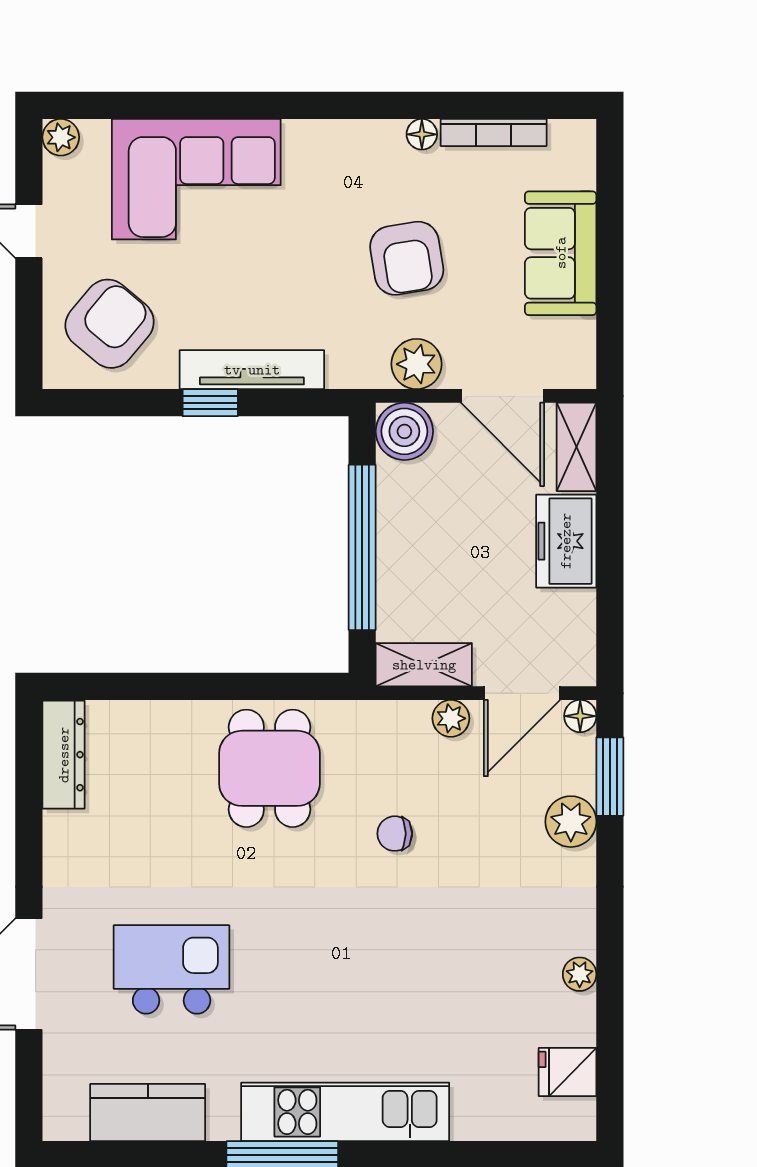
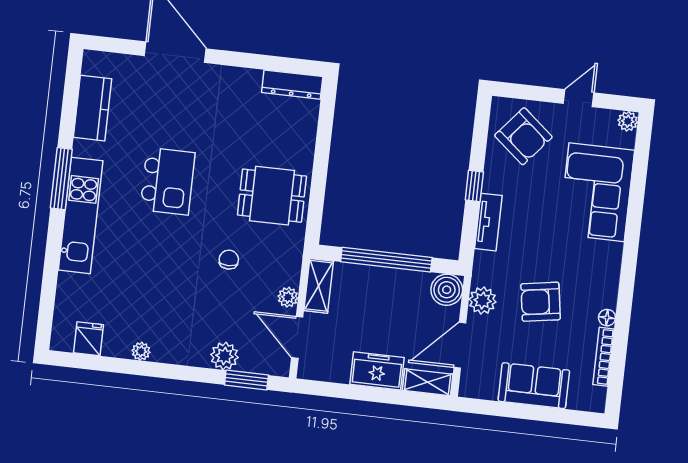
tv unit: (252, 370) -> (488, 222), width x0.71
floor lamp: (580, 716) -> (281, 368), removed
kitchen island: (172, 969) -> (168, 181), moved

